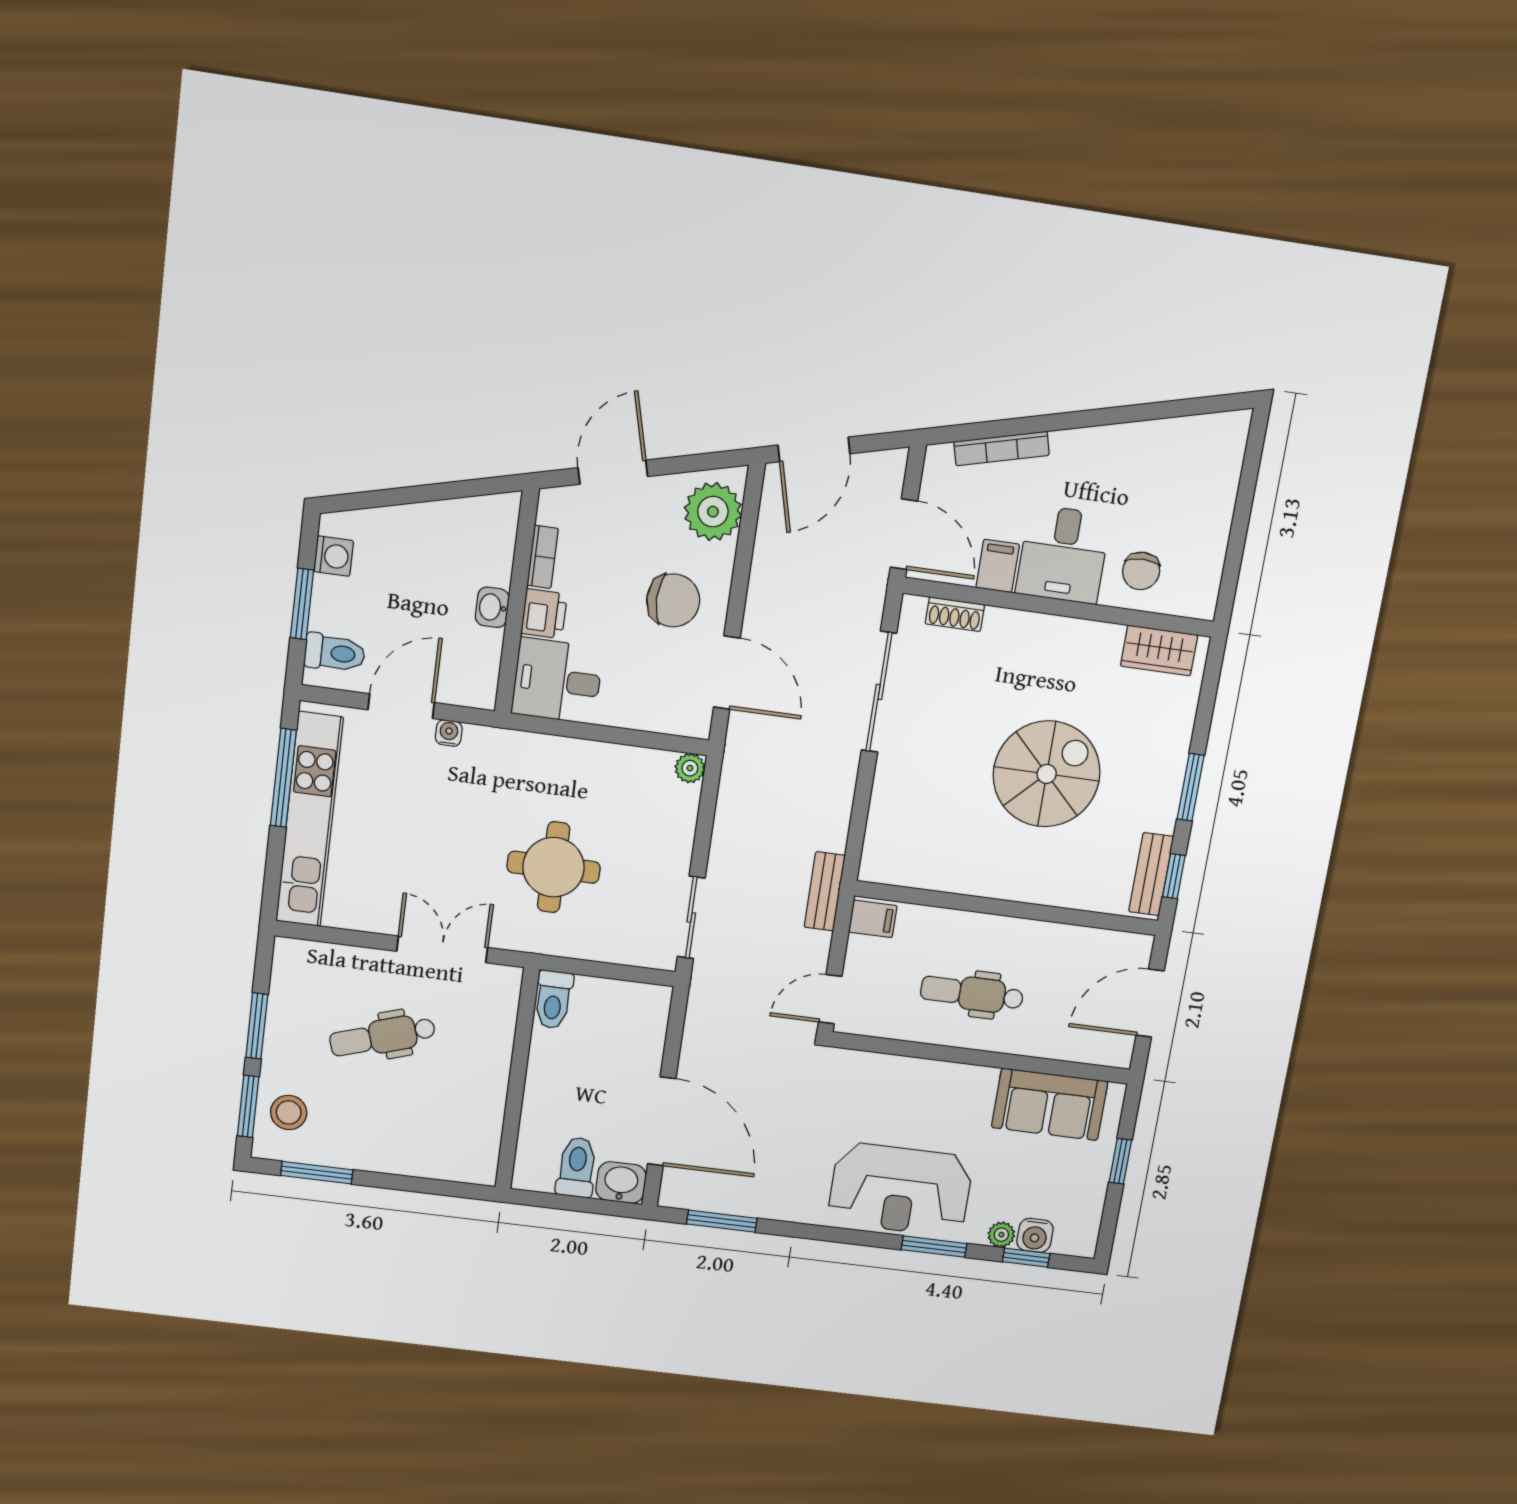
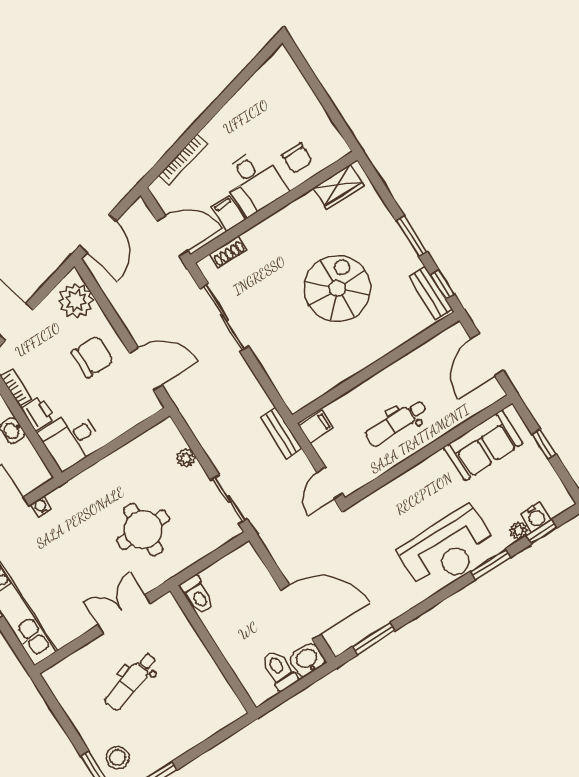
plant: (690, 768) -> (186, 458), moved
window: (257, 1026) -> (67, 726), removed

